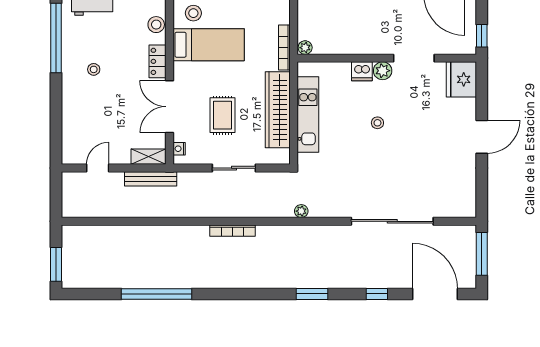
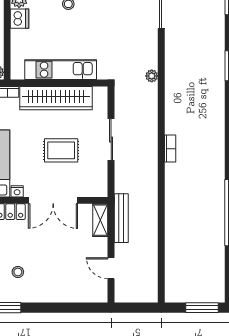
nightstand: (179, 149) -> (17, 191), moved
bookcase: (233, 231) -> (170, 149), width x0.64

